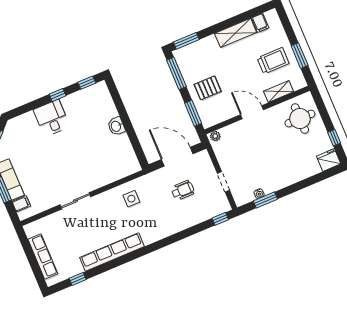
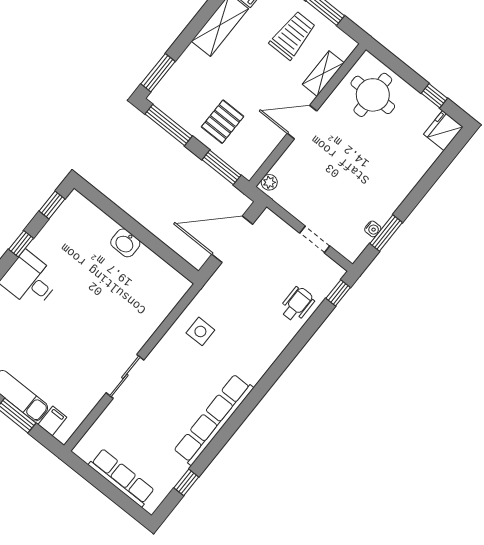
wheelchair: (183, 190) -> (297, 304), moved

